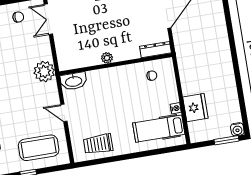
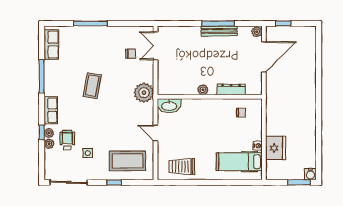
chair: (18, 17) -> (131, 54), moved
dresser: (155, 50) -> (231, 89), moved

